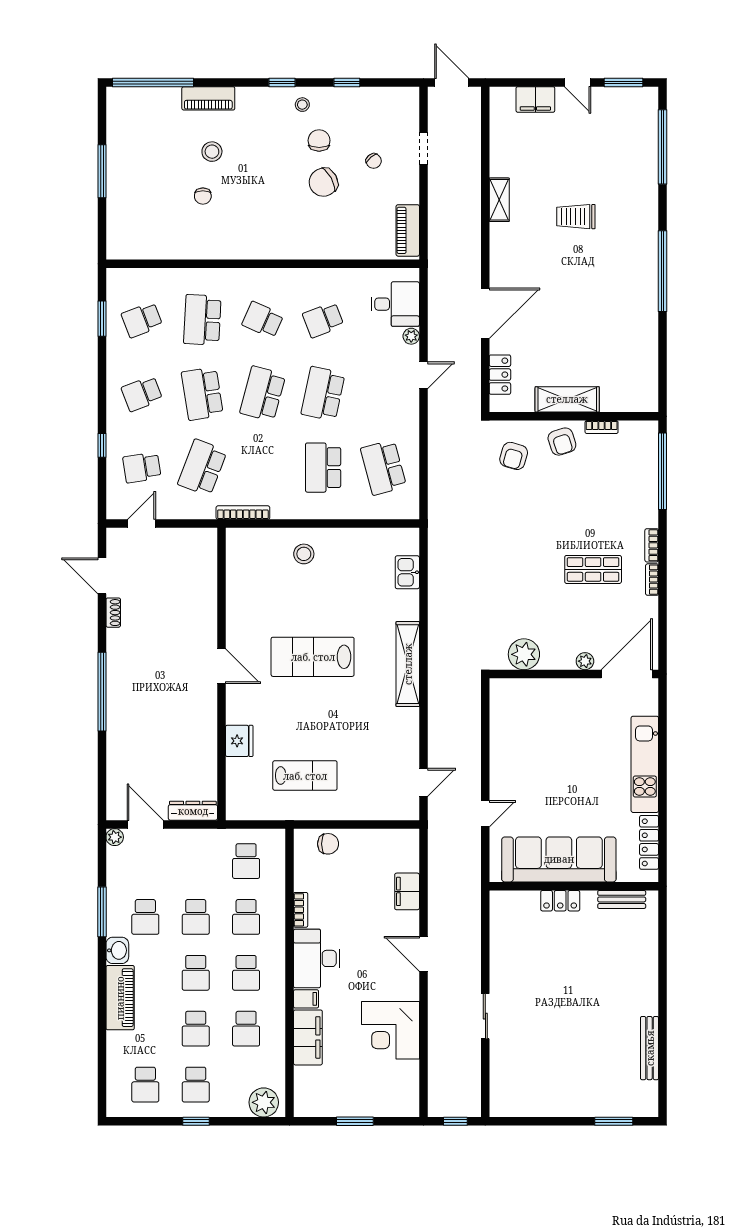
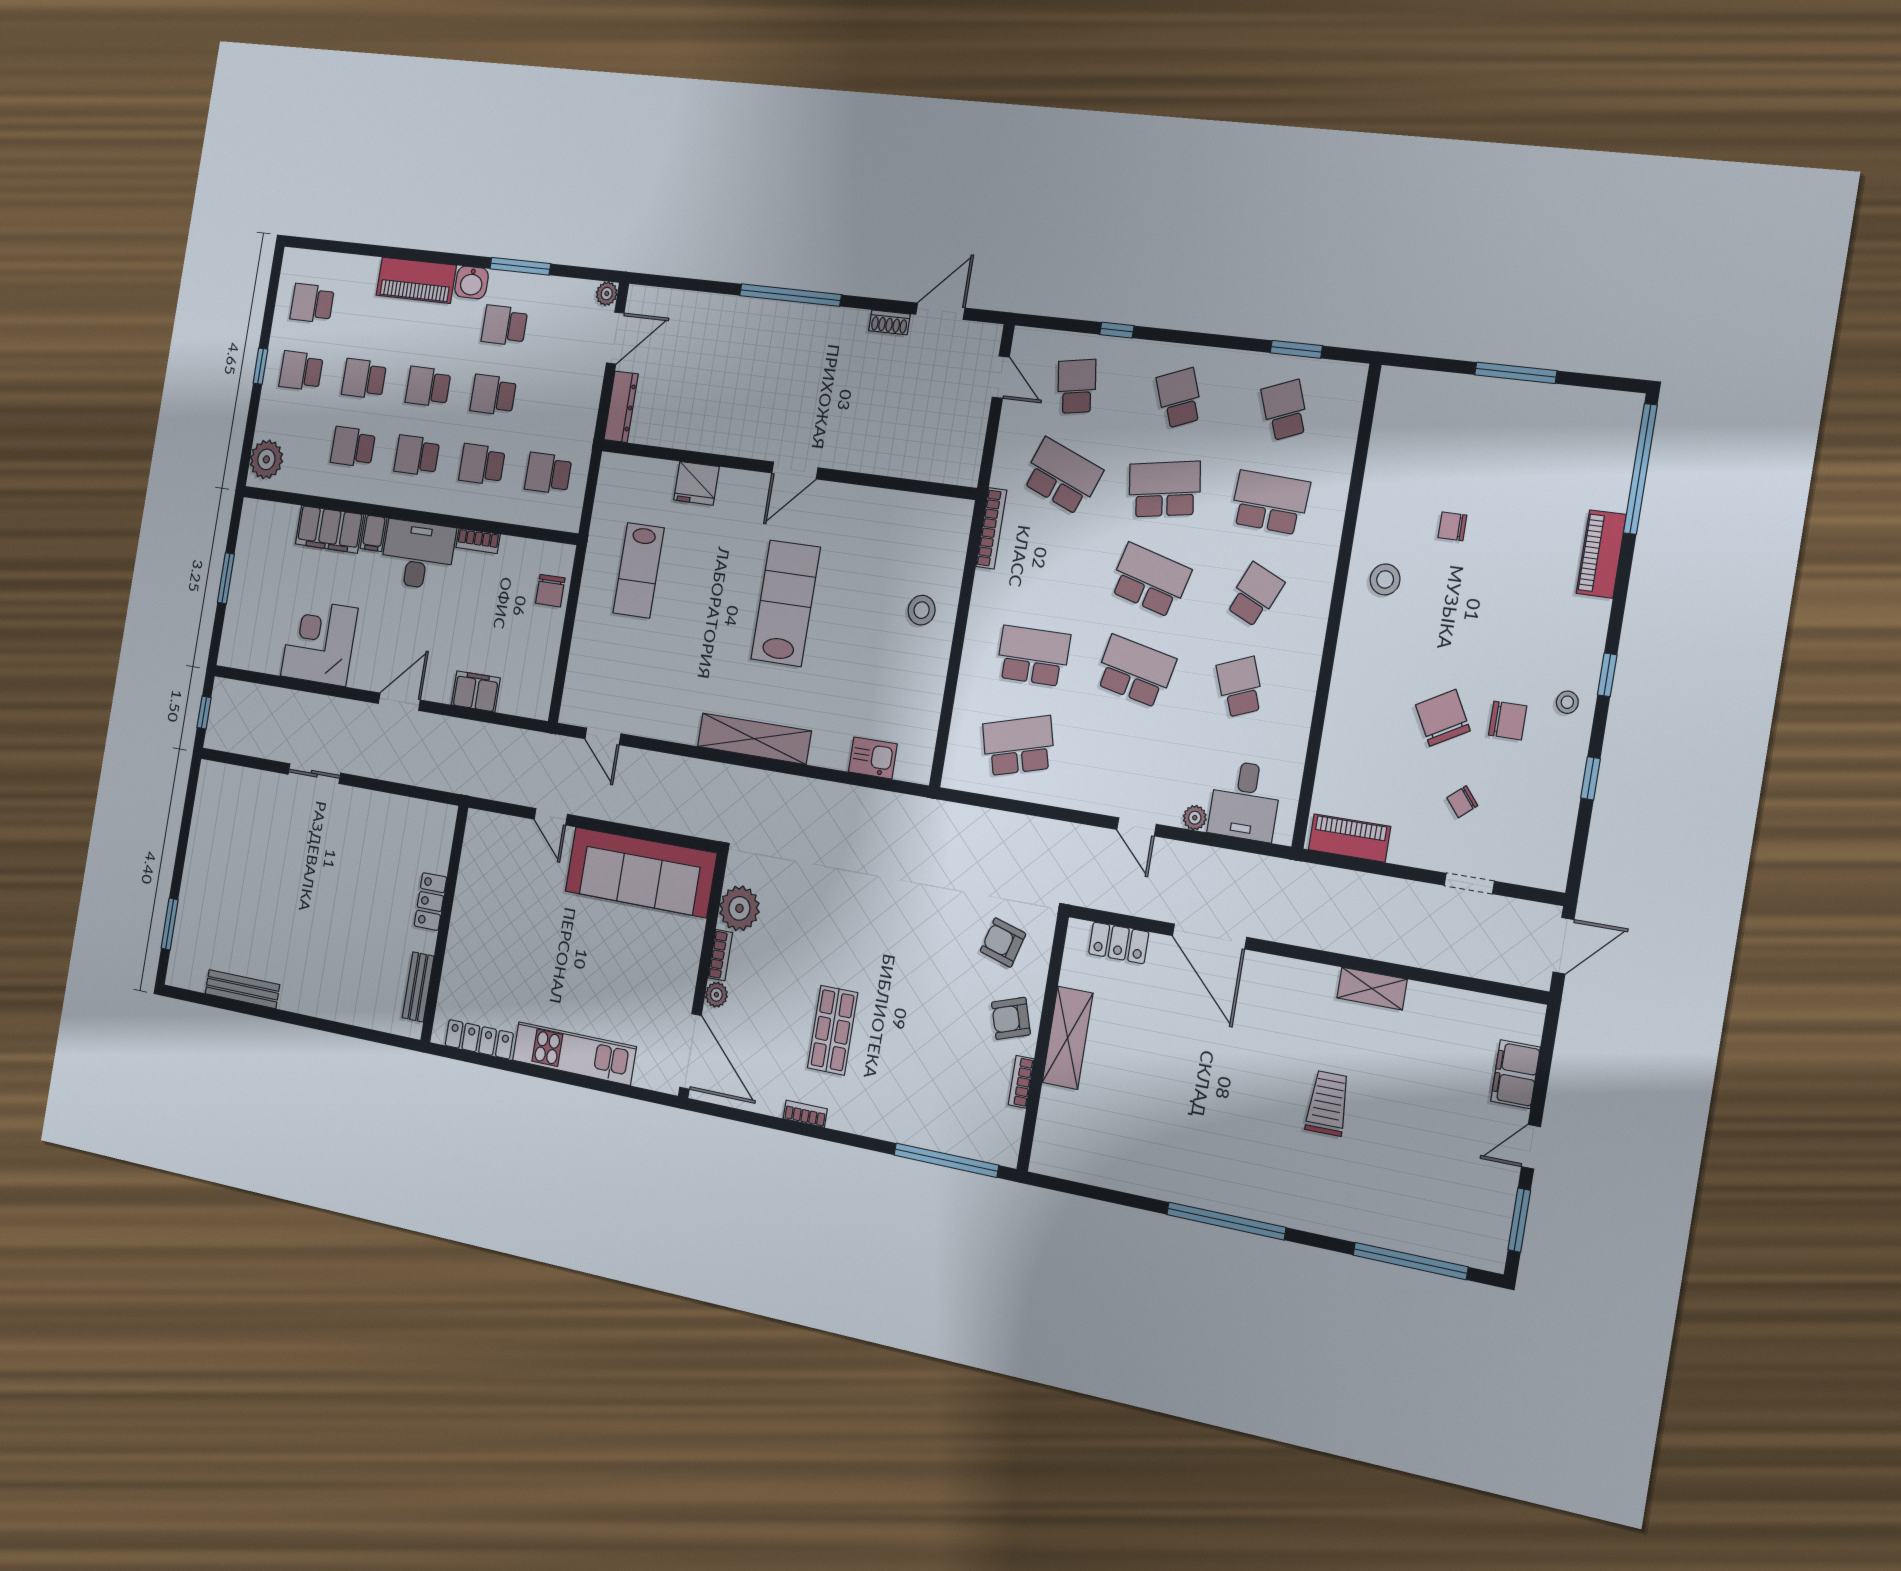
stool: (212, 152) -> (1385, 579), moved
bookcase: (652, 545) -> (720, 955), moved, turned 90
sofa: (559, 859) -> (641, 872), moved, turned 90

